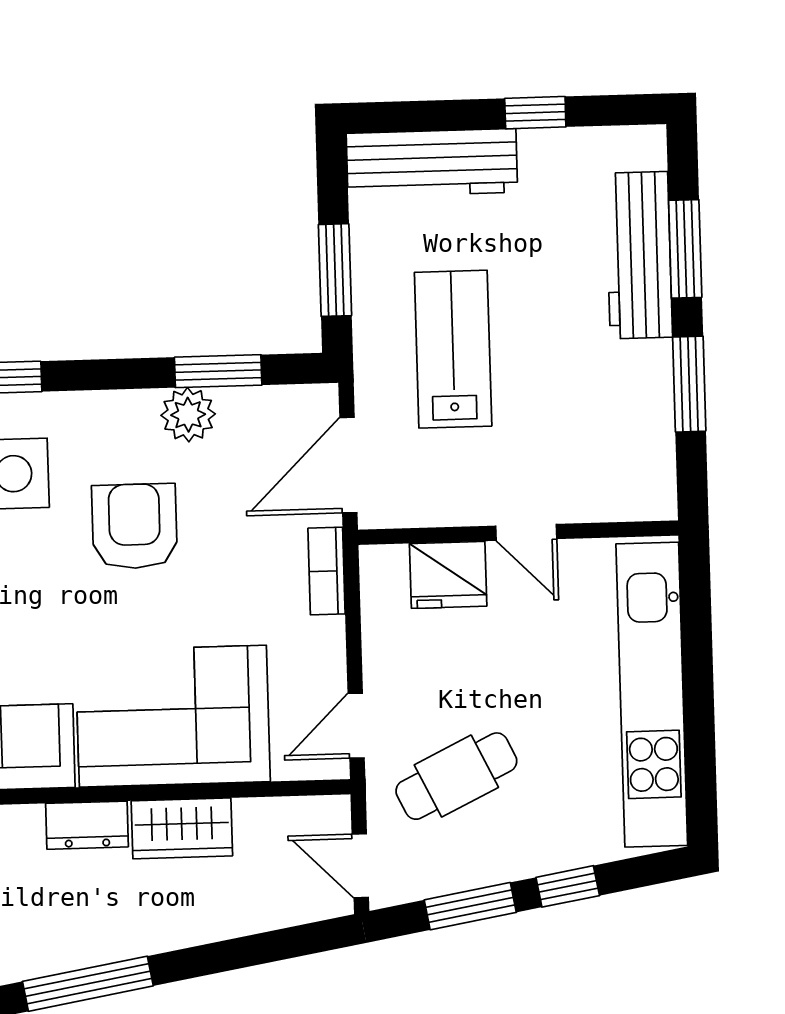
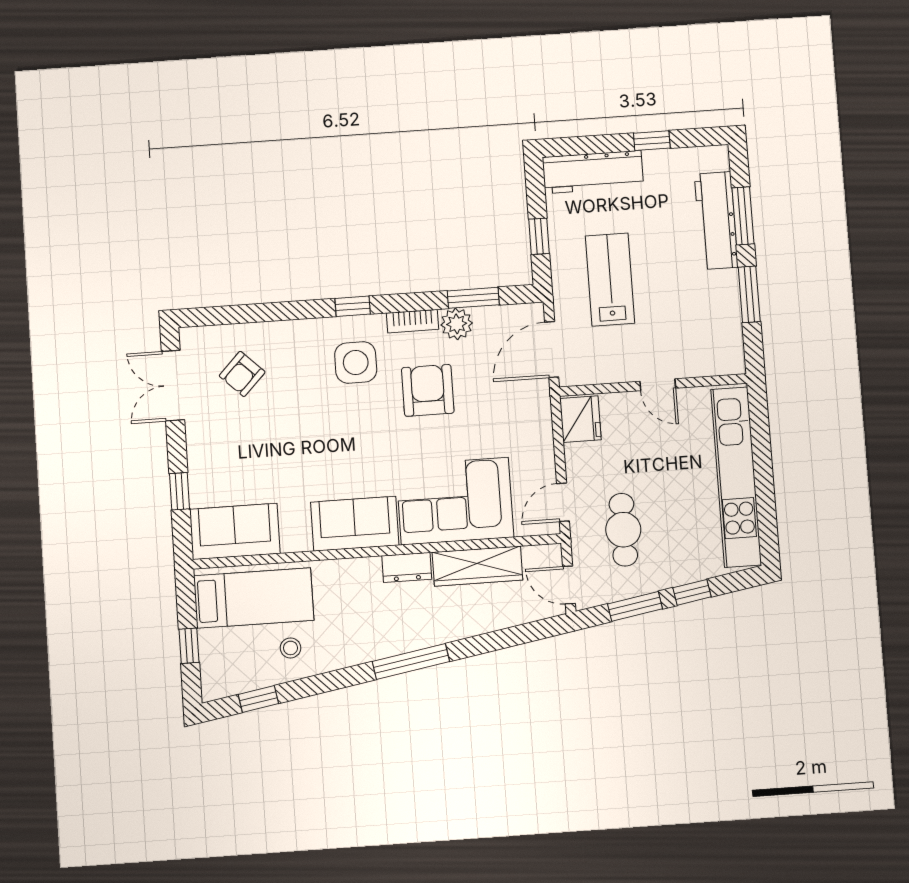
window: (335, 270) -> (539, 236), width x0.67
bookcase: (327, 571) -> (413, 321), moved, turned -90
fridge: (448, 575) -> (580, 419), moved, turned -90
cafe table: (456, 776) -> (623, 530), turned -64
wardrobe: (182, 828) -> (477, 566), width x1.50

